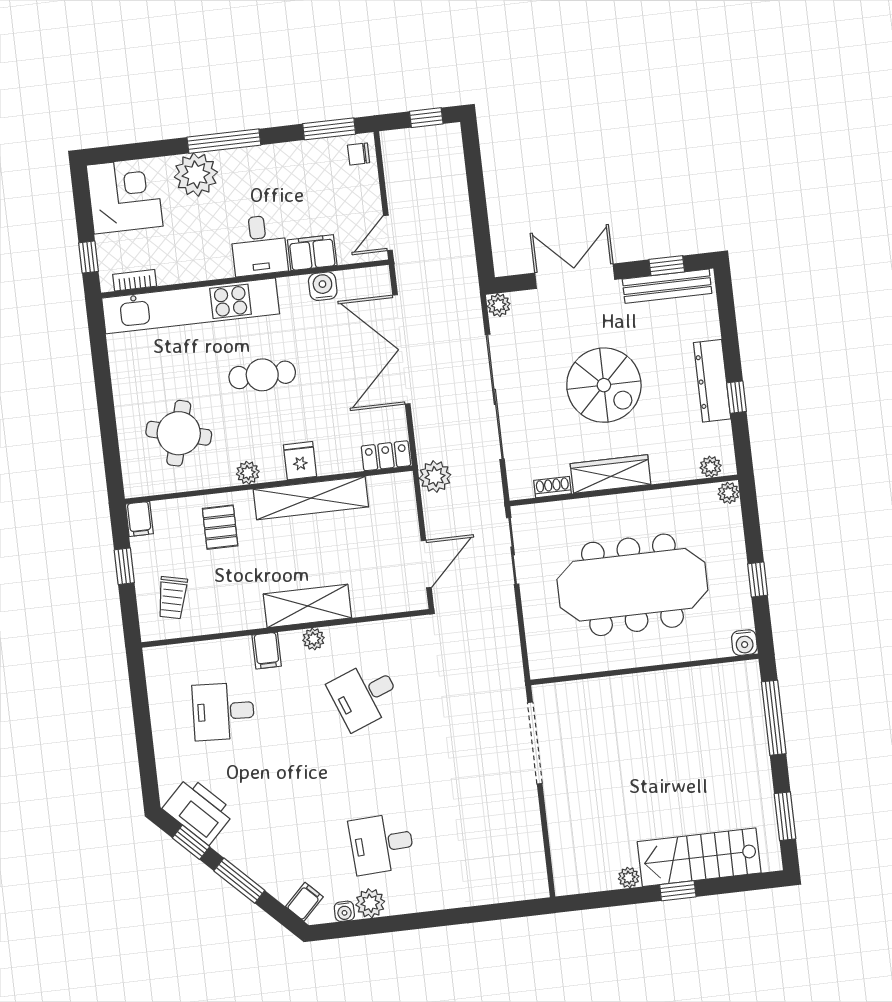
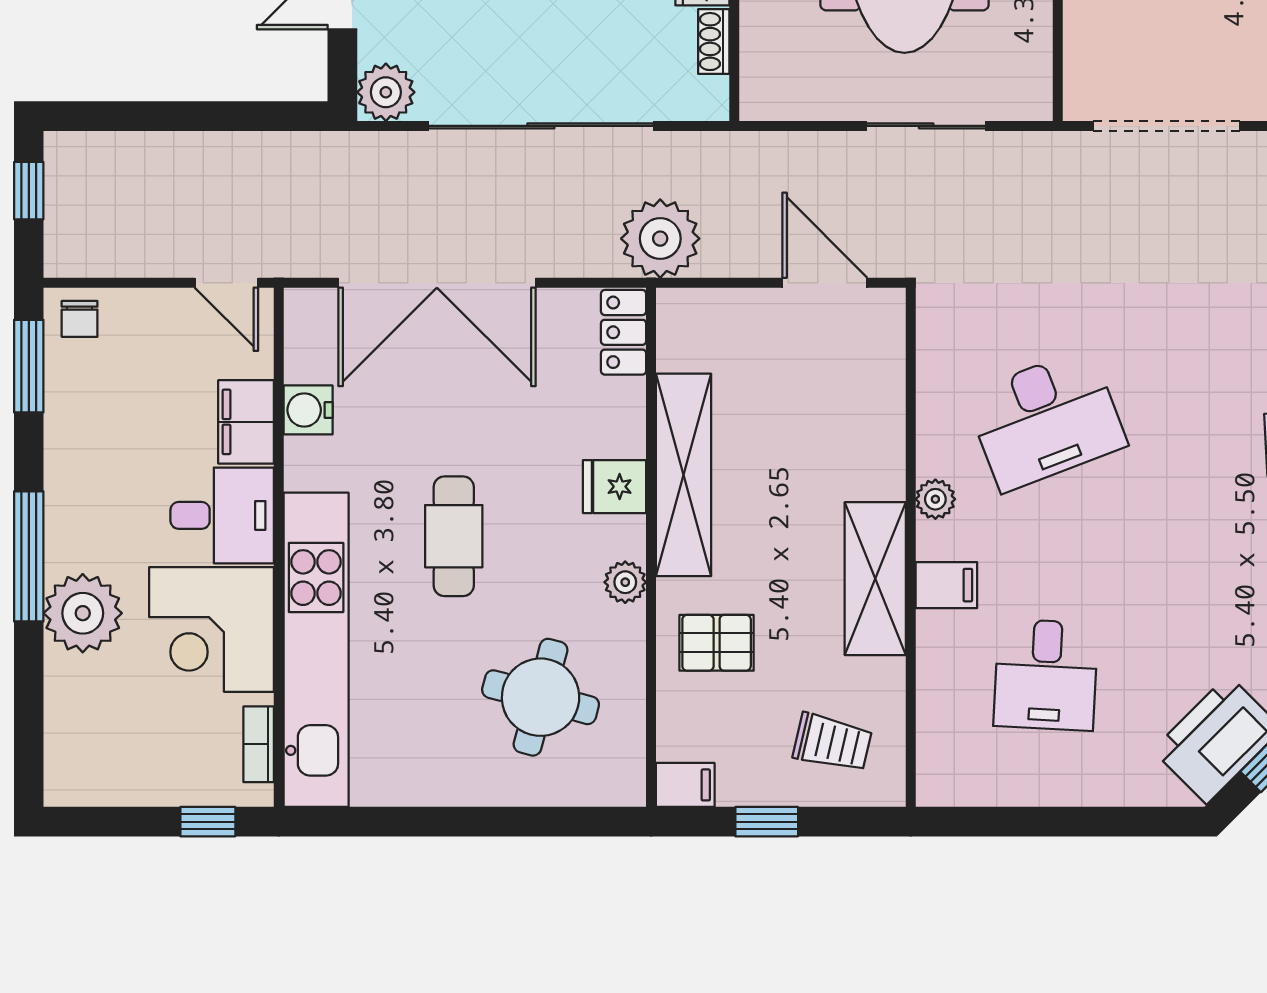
corner desk: (125, 196) -> (211, 630), moved, turned -90
plant: (499, 305) -> (386, 92), width x1.38, depth x1.38
plant: (435, 477) -> (660, 239), width x1.36, depth x1.36
sliding door: (513, 551) -> (926, 126), moved
shelving: (307, 606) -> (875, 579), moved
desk: (365, 695) -> (1046, 420), width x1.37

